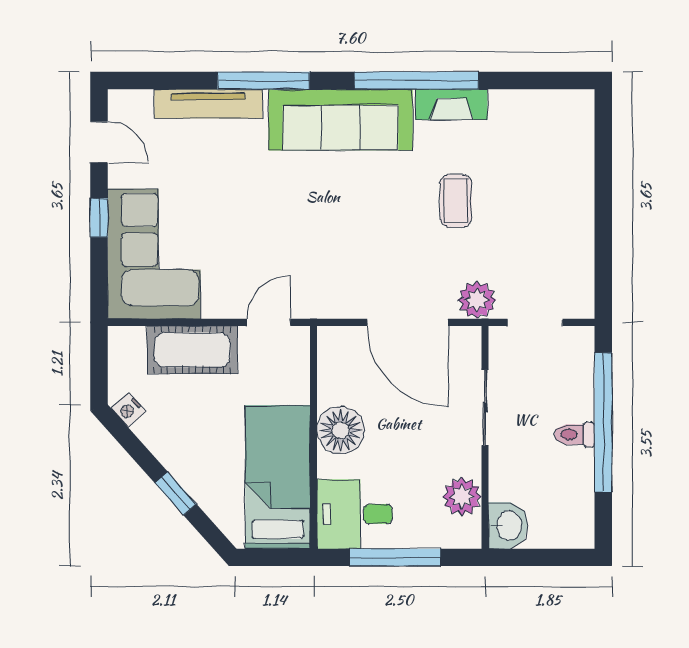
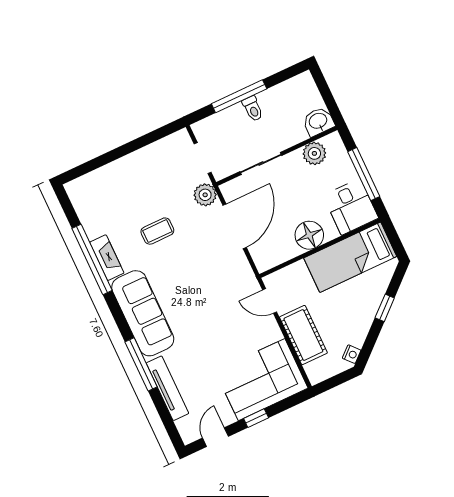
window: (417, 81) -> (92, 259), moved
window: (603, 422) -> (239, 96), width x0.68

